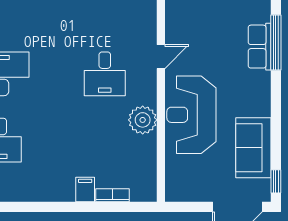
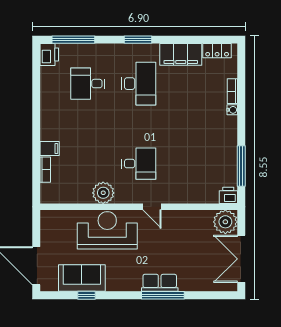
desk: (105, 74) -> (139, 164), turned 180
window: (276, 181) -> (87, 295), moved

